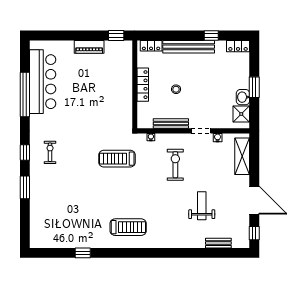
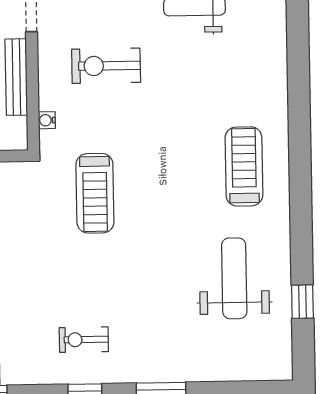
weight bench: (77, 222) -> (234, 278), added
window: (83, 253) -> (302, 302), moved

